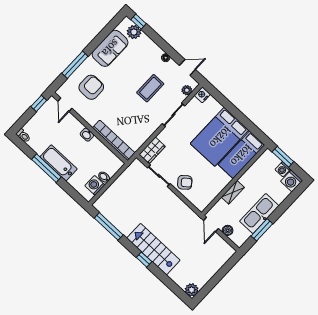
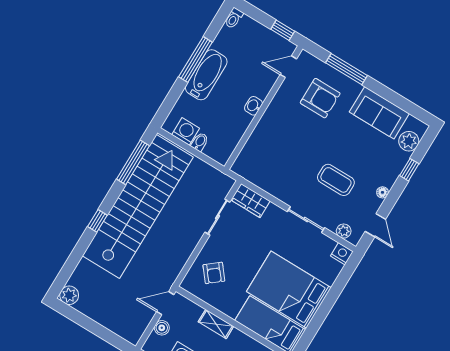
window: (138, 22) -> (409, 170), moved
bookcase: (114, 140) -> (253, 144), removed
armchair: (185, 182) -> (214, 273), moved
stairs: (153, 249) -> (138, 206), width x1.86, depth x1.51

